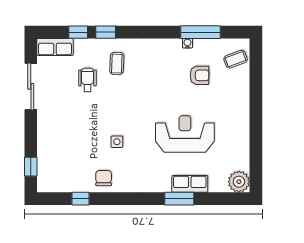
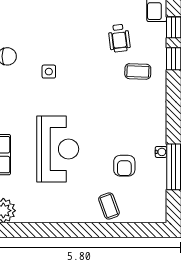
coffee table: (236, 59) -> (109, 206), moved
wheelchair: (87, 80) -> (119, 38), turned 83

